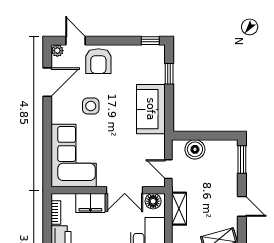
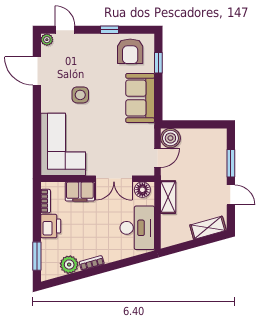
window: (150, 41) -> (110, 30), moved
armchair: (98, 61) -> (130, 51), moved
door: (47, 82) -> (37, 71), swing flipped
boiler: (195, 149) -> (170, 138), moved
window: (242, 159) -> (231, 163), moved
door: (168, 169) -> (158, 158), swing flipped

